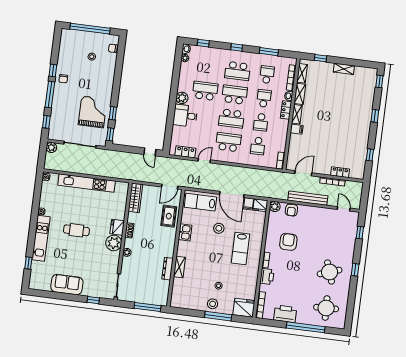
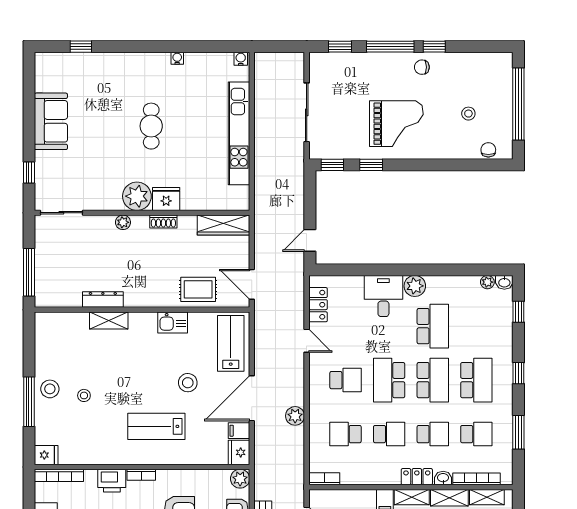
school desk: (238, 71) -> (476, 380), turned 180
grand piano: (93, 112) -> (396, 124), moved
school desk: (261, 122) -> (389, 434), turned 180
school desk: (228, 142) -> (346, 380), width x0.54
plant: (51, 147) -> (295, 416), moved
kitchen unit: (41, 238) -> (129, 64), removed
fridge: (244, 308) -> (46, 455), width x0.53, depth x0.75

